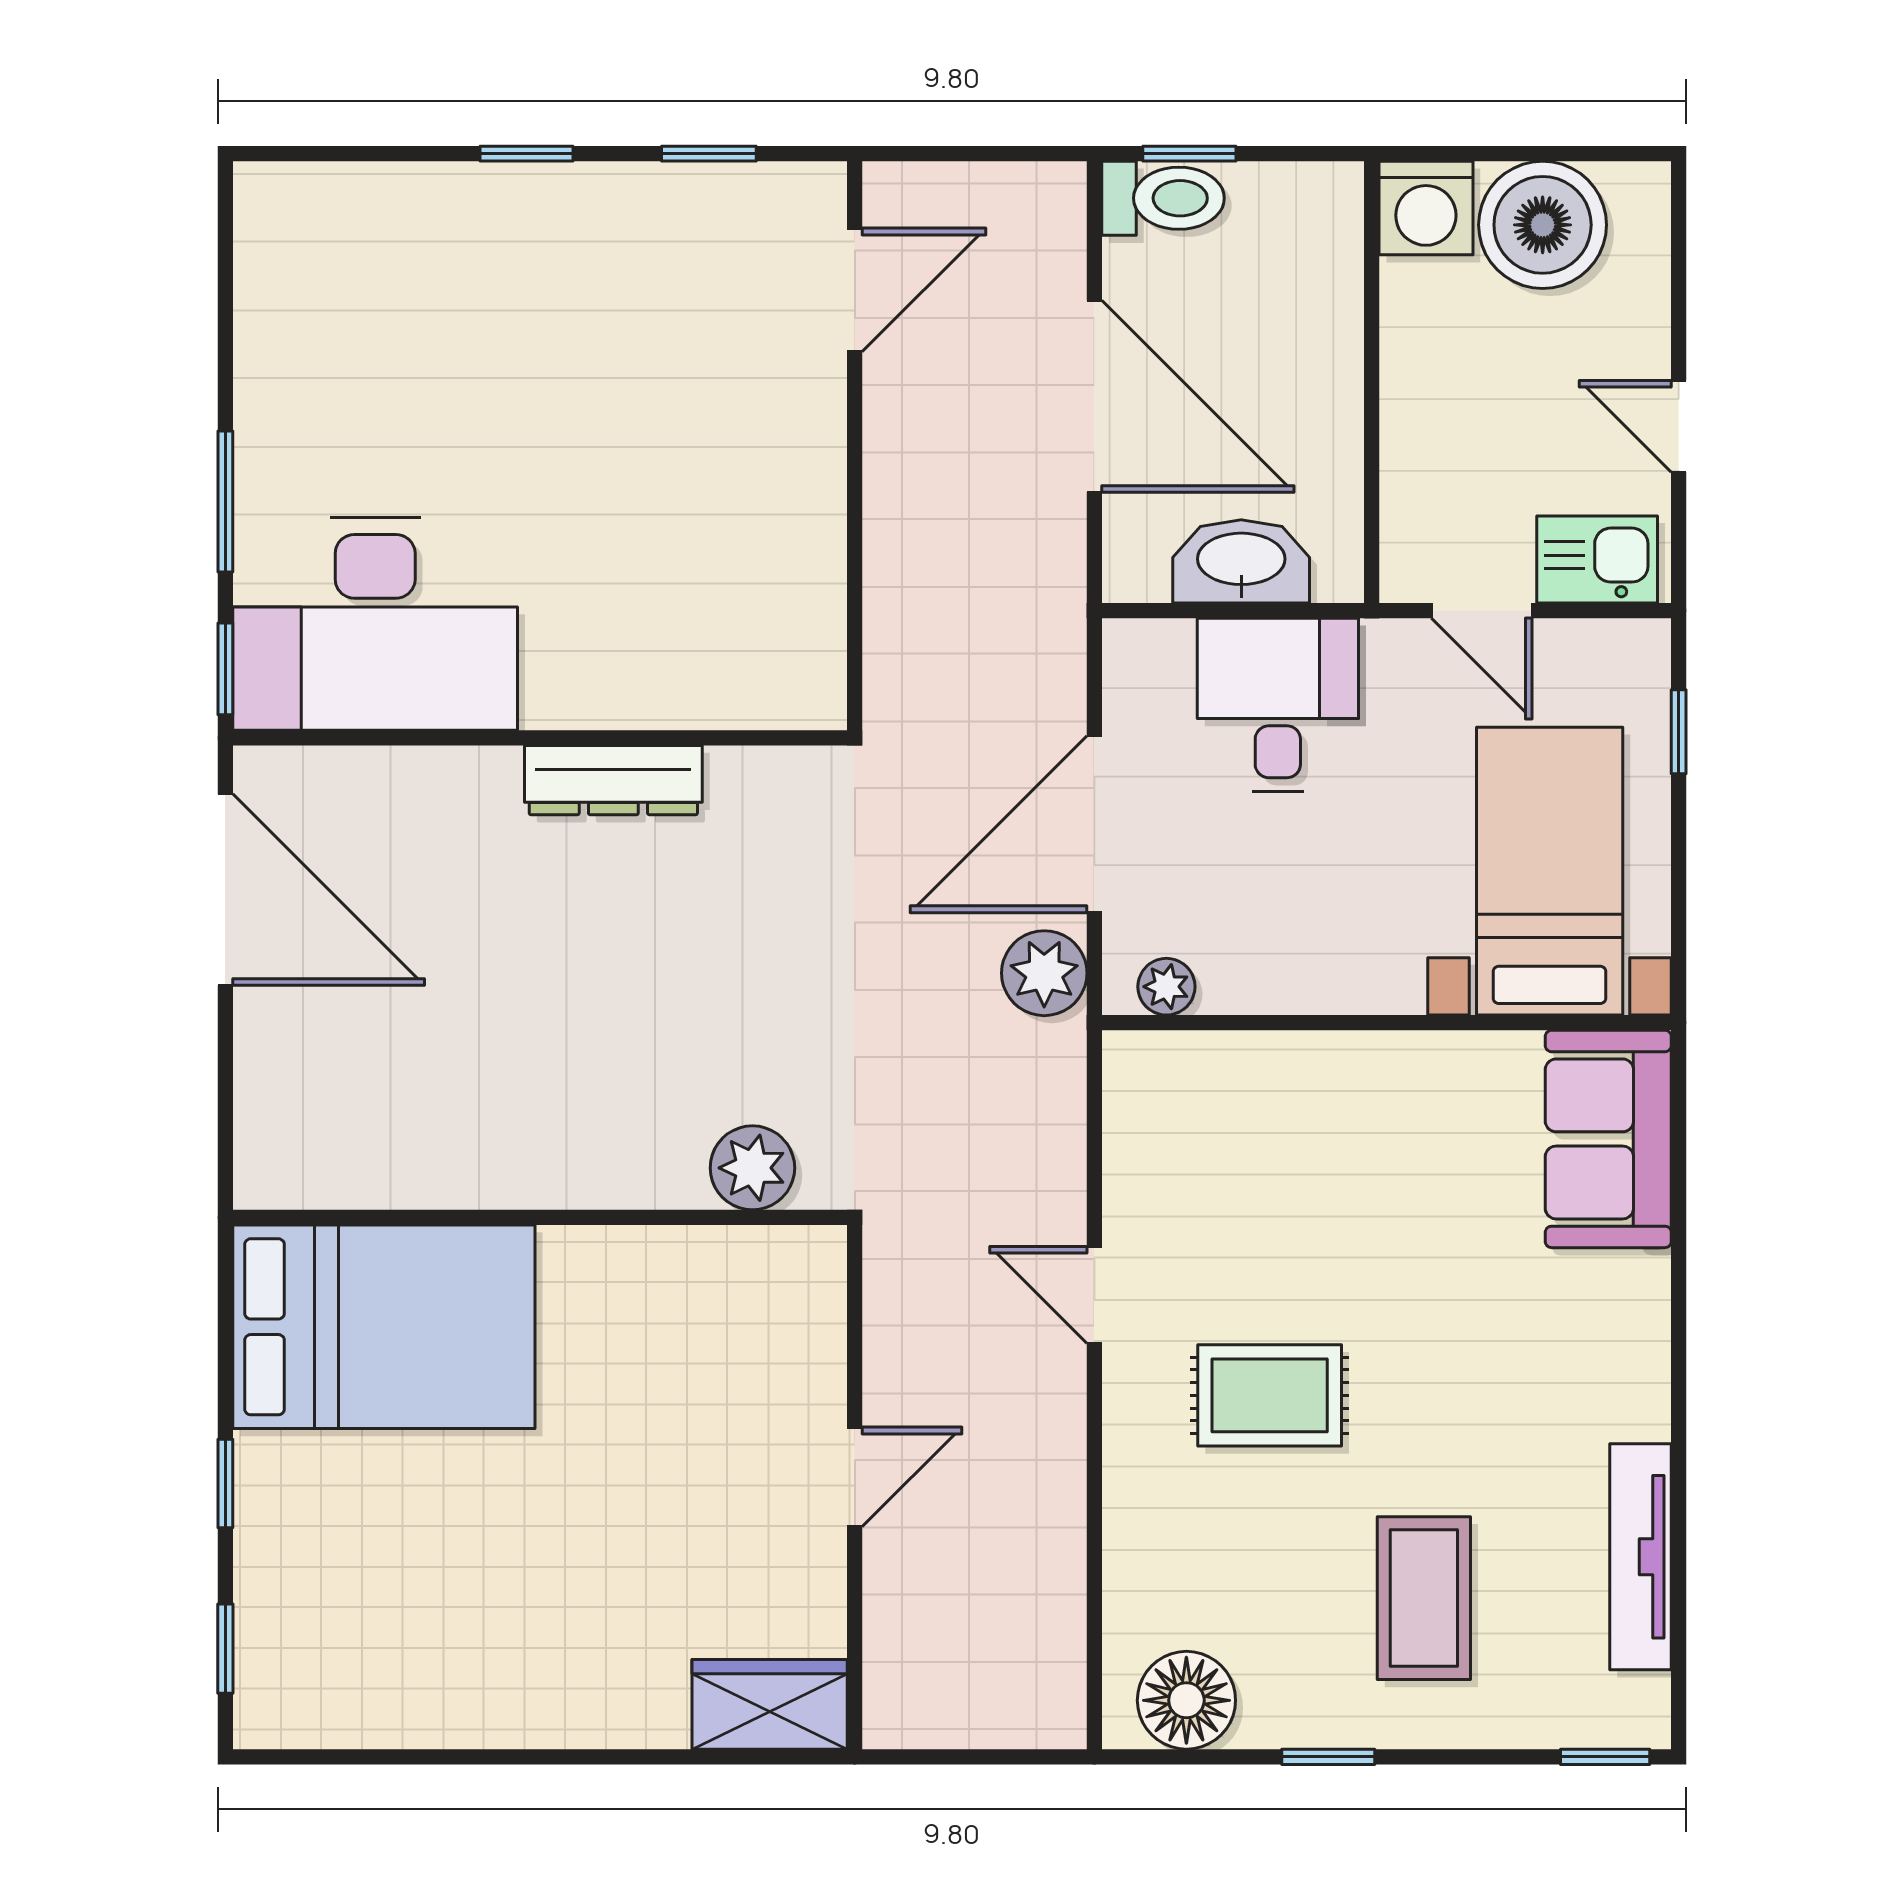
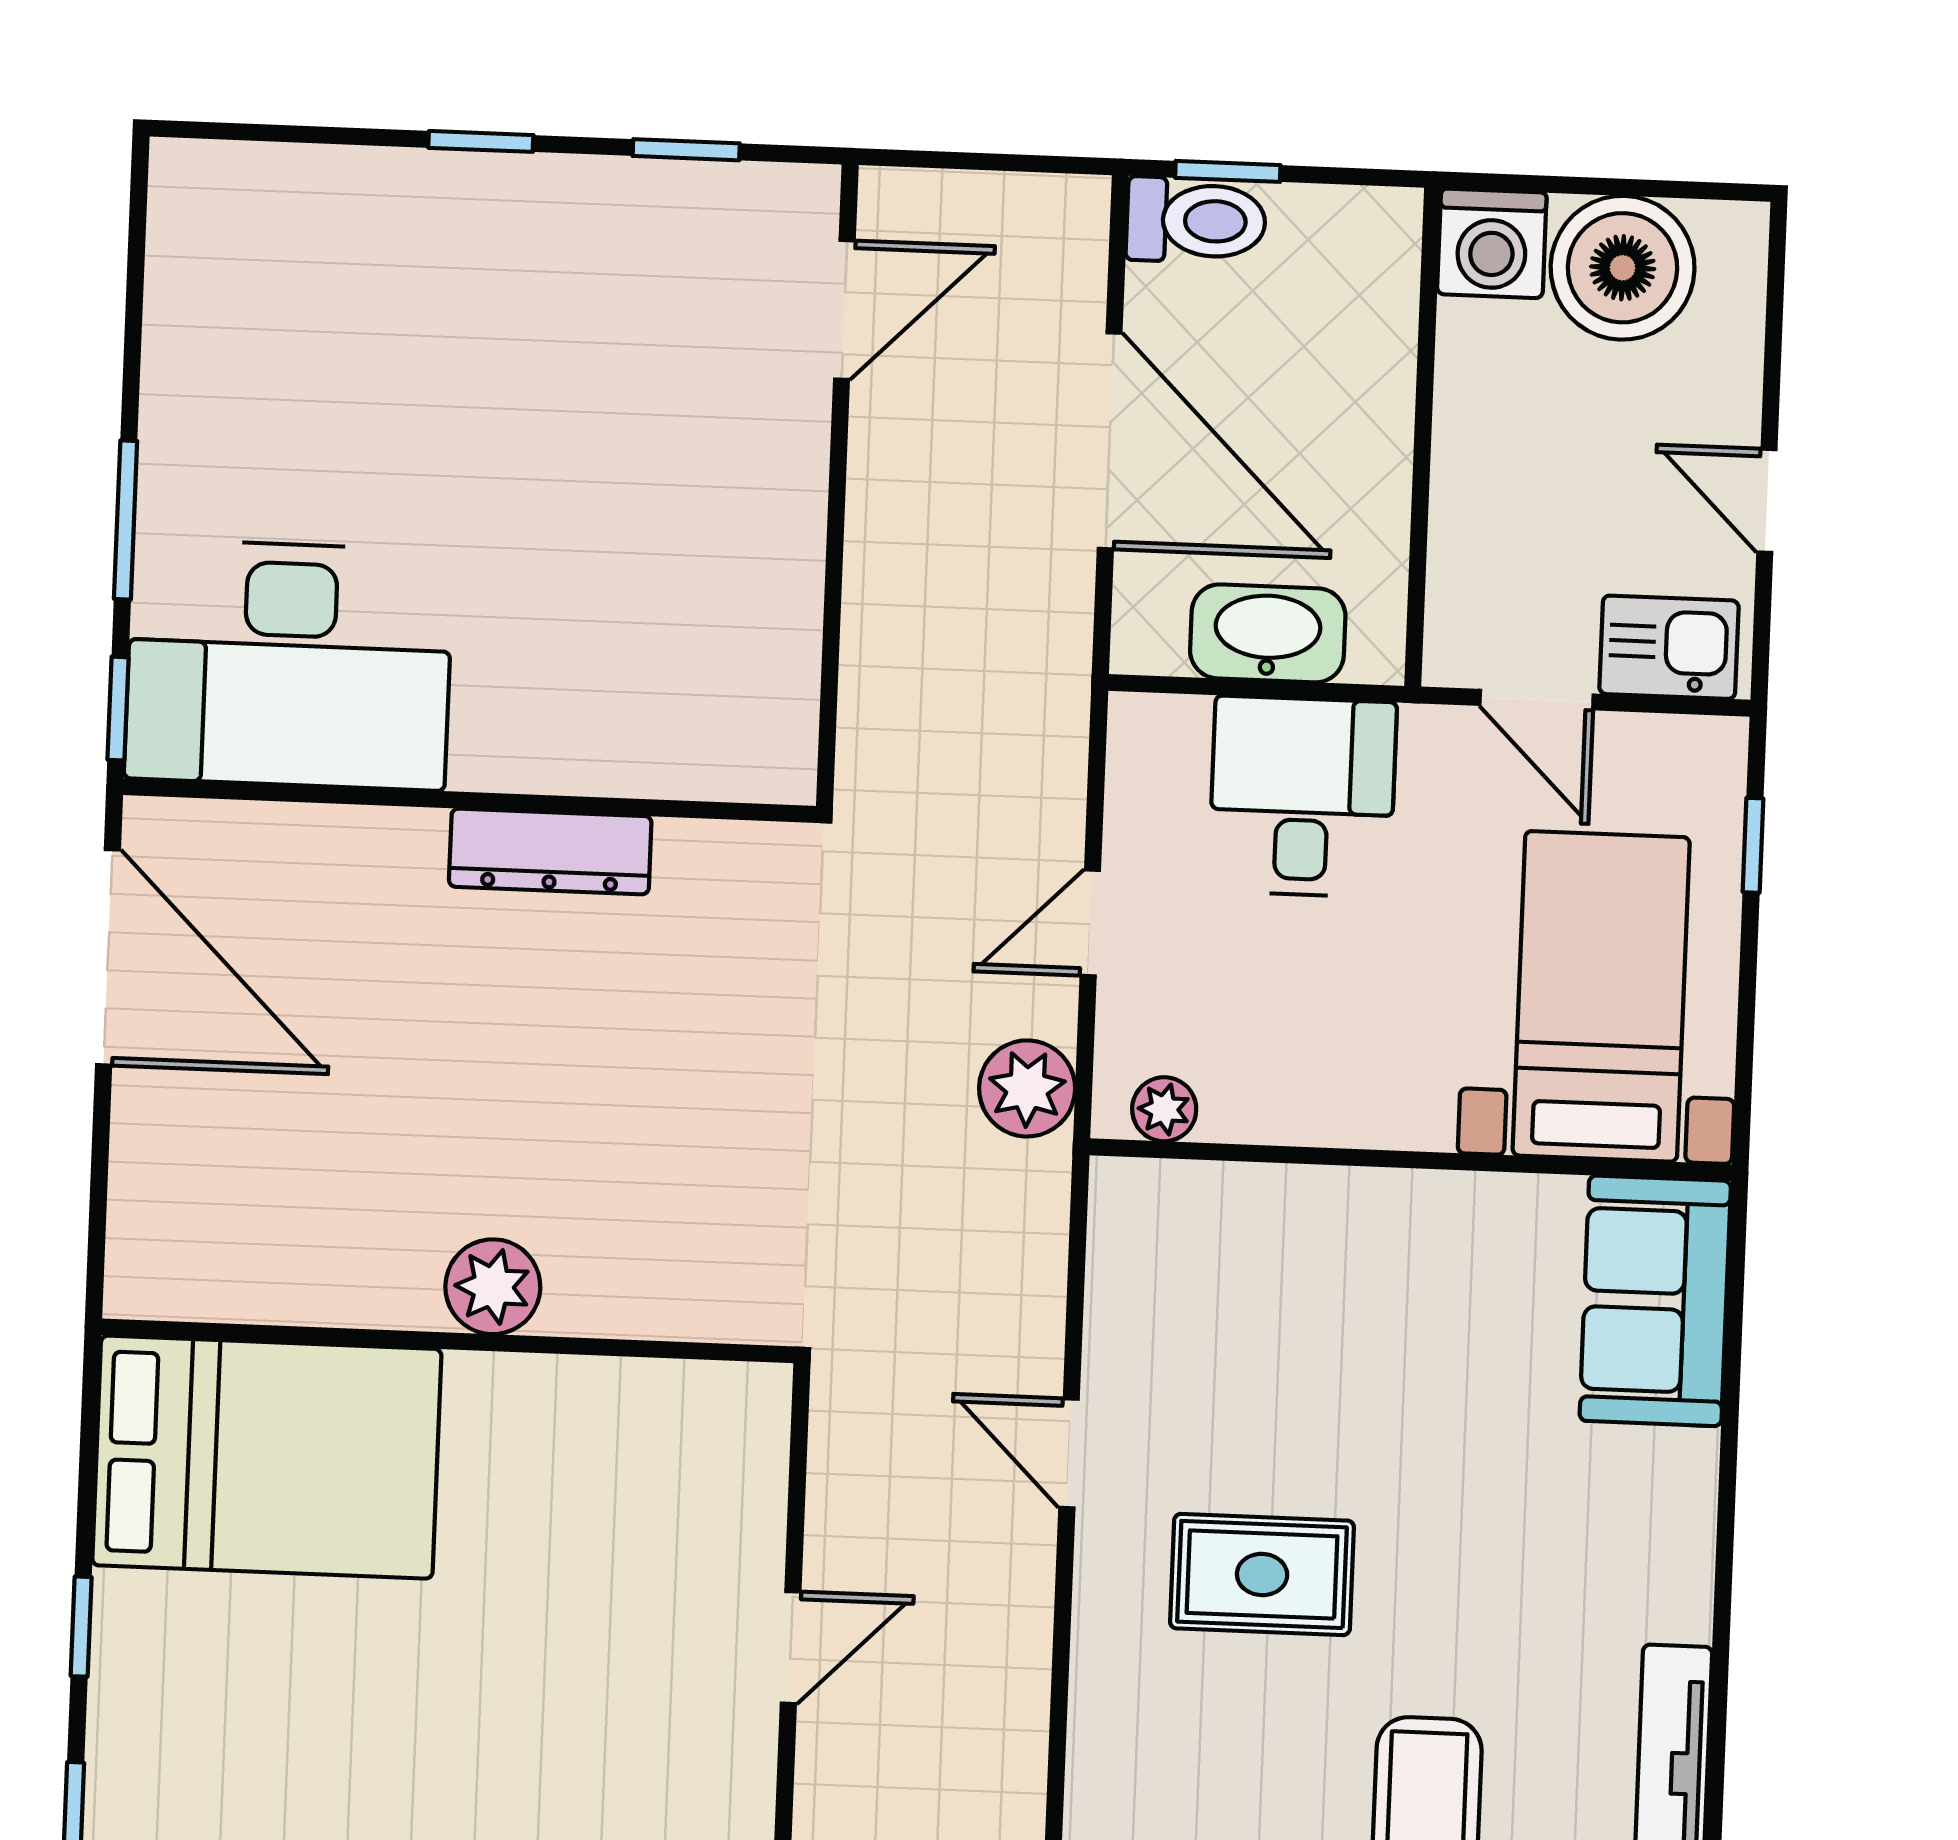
door: (1094, 824) -> (1090, 923), width x0.53
plant: (752, 1168) -> (493, 1287), moved

